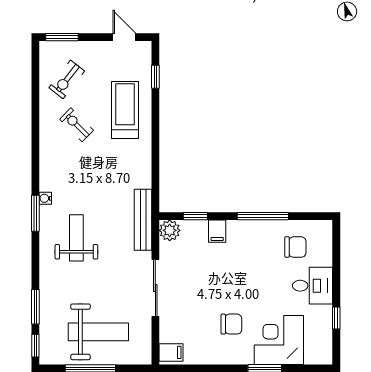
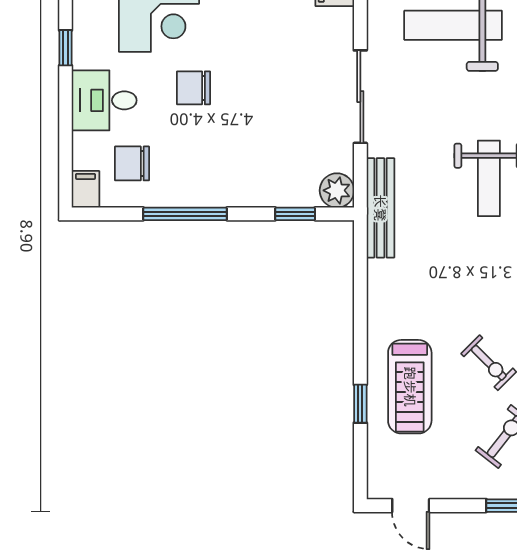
window: (155, 77) -> (360, 404), moved
filing cabinet: (217, 231) -> (86, 189), moved
chair: (231, 324) -> (194, 88), moved

